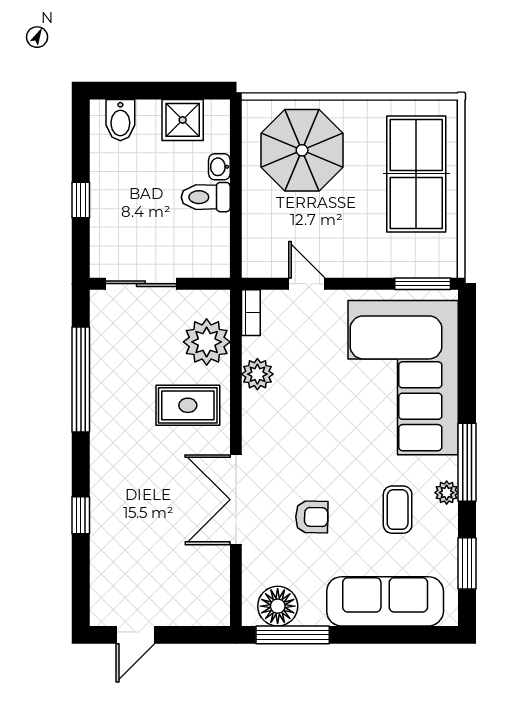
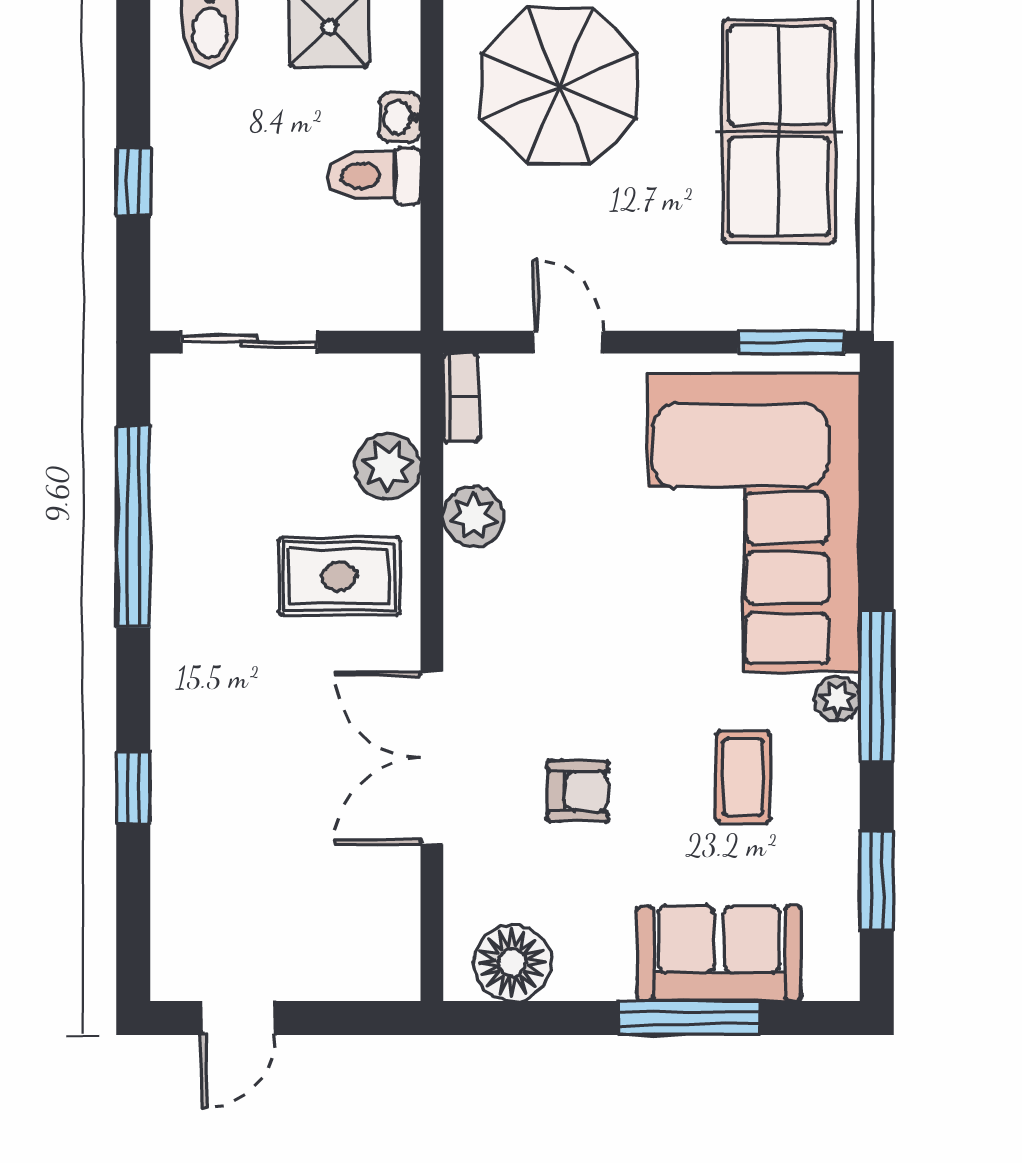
plant: (207, 342) -> (388, 466), width x0.73, depth x0.73
plant: (447, 493) -> (837, 699), moved
sofa: (385, 601) -> (719, 953), width x0.73
window: (293, 635) -> (689, 1018), moved

